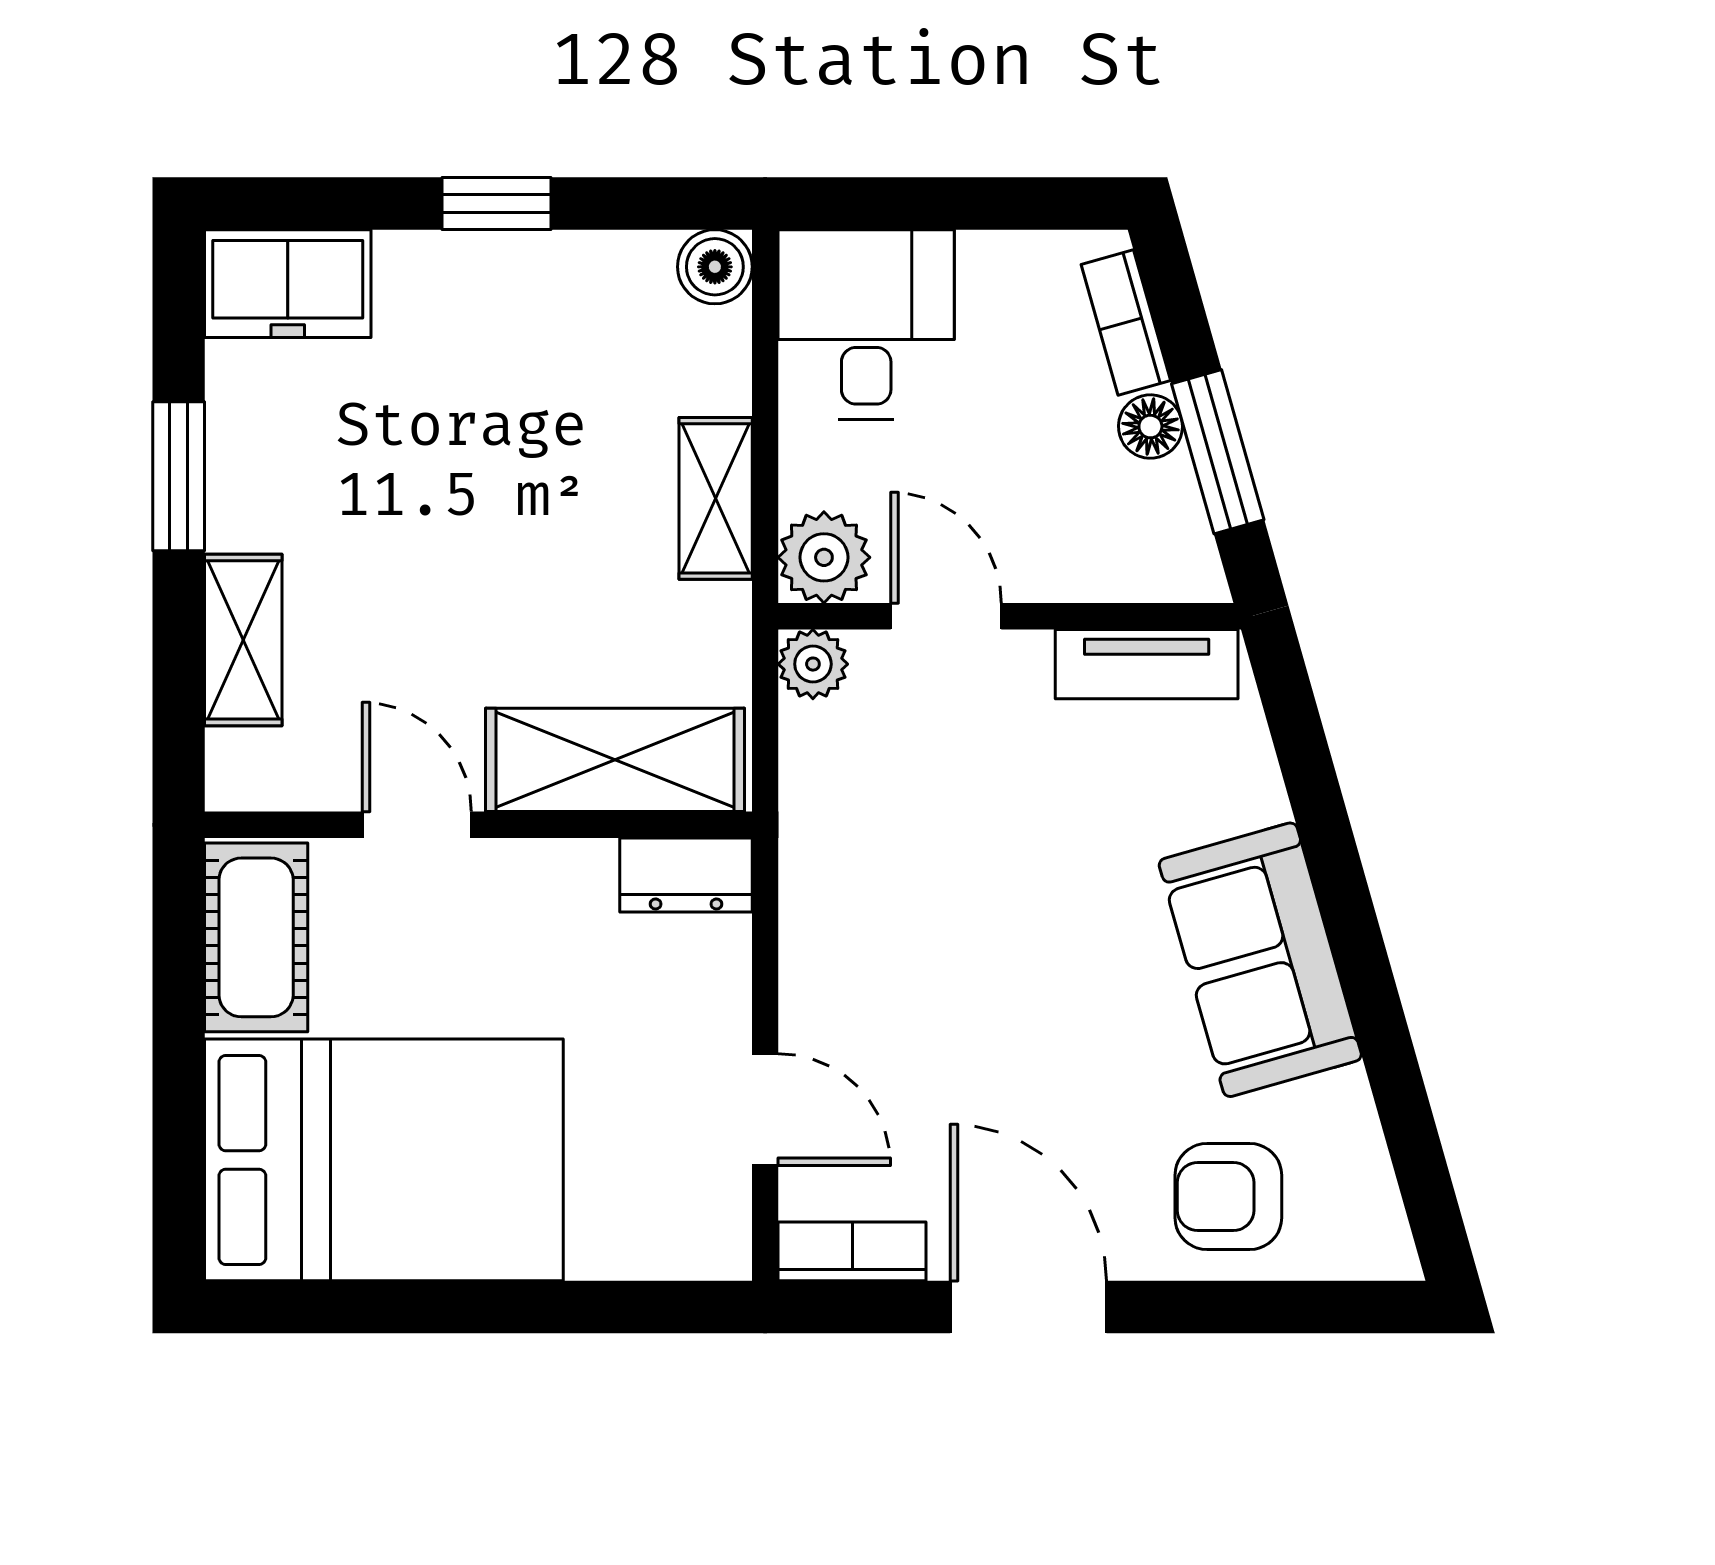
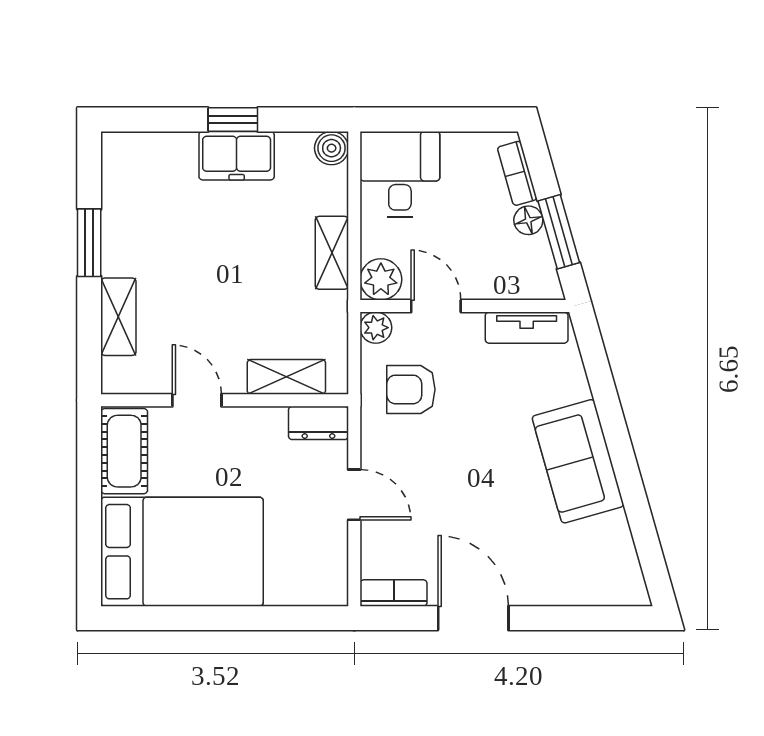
freezer: (288, 284) -> (237, 156), moved
shelving: (615, 760) -> (286, 377), width x0.67, depth x0.75
door: (765, 1110) -> (354, 495), moved
armchair: (1228, 1196) -> (411, 389), moved

